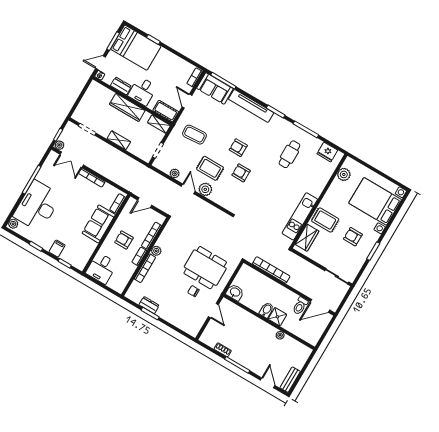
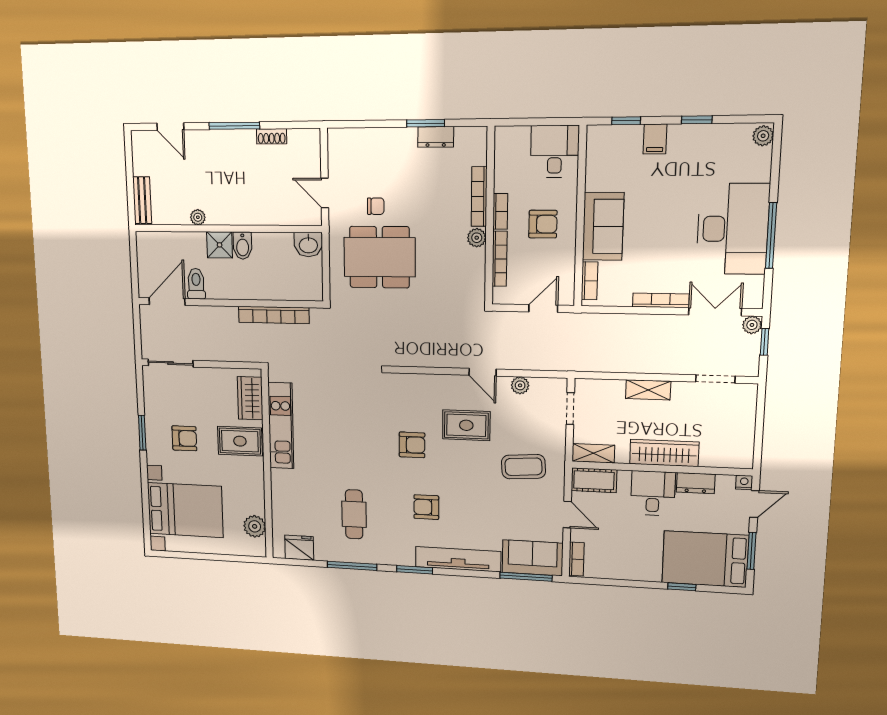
armchair: (238, 148) -> (426, 507), moved, turned 180
plant: (205, 189) -> (454, 387), removed
desk: (37, 206) -> (733, 229), moved
bench: (290, 380) -> (142, 200), moved

